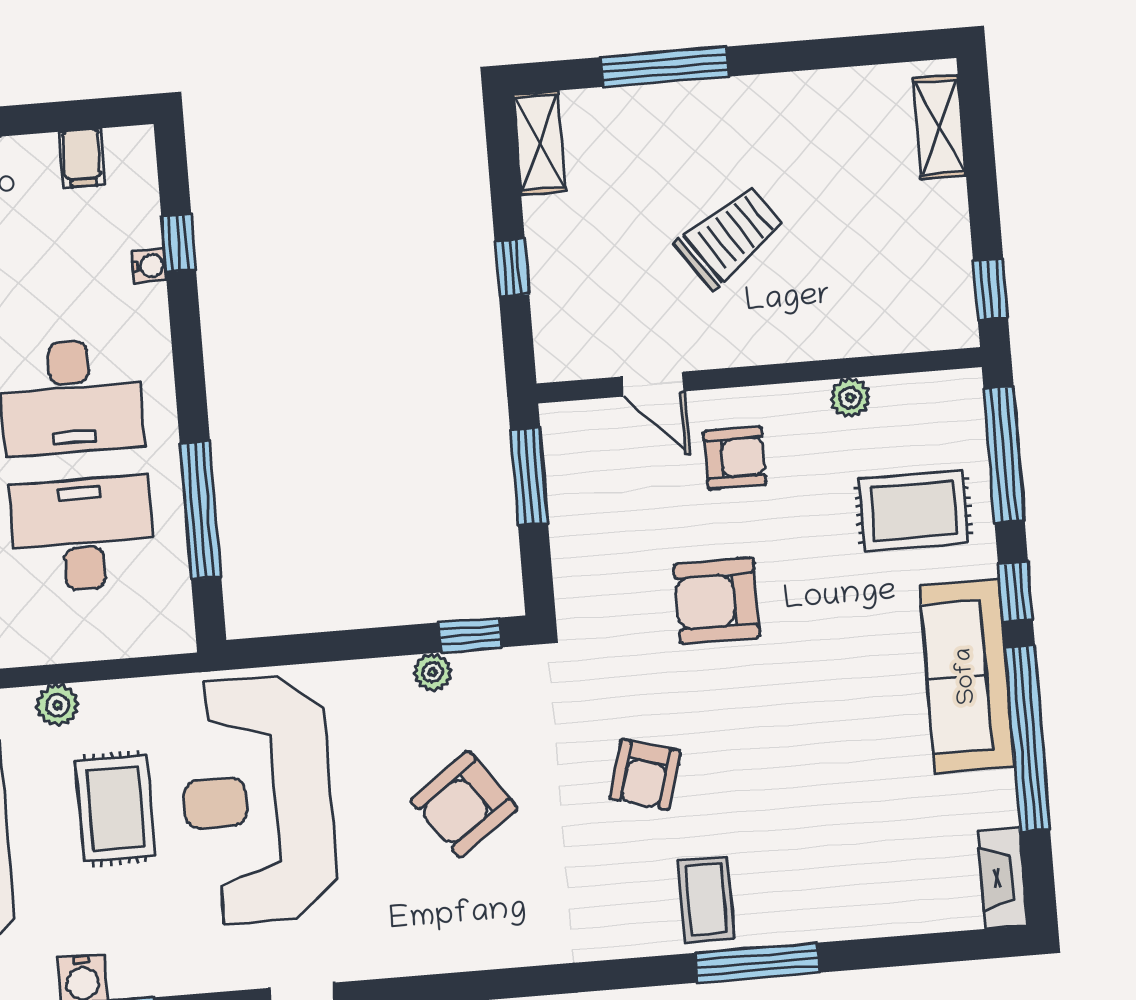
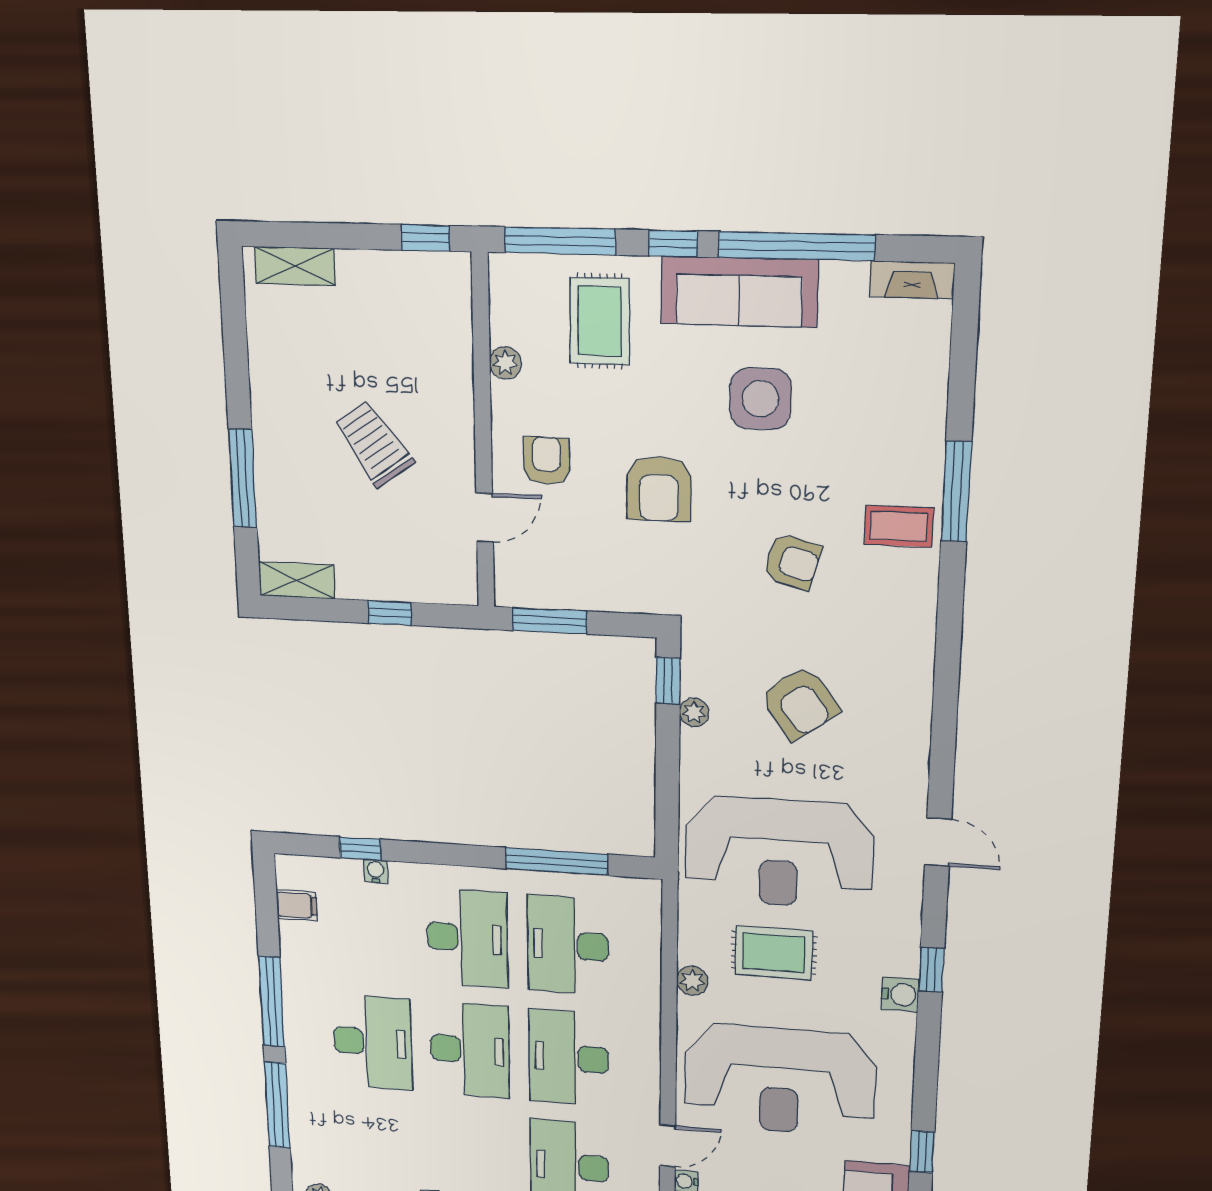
side table: (842, 715) -> (760, 399), added

